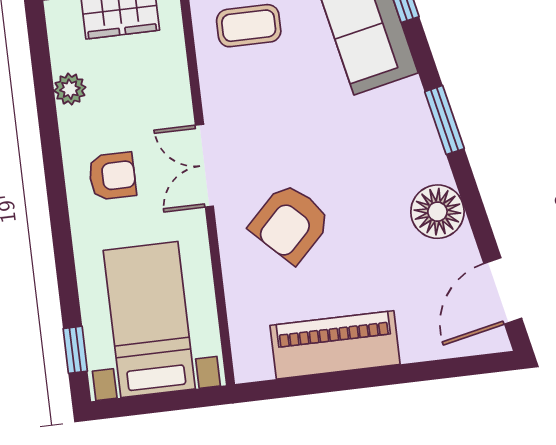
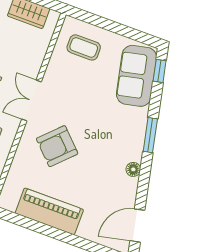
floor lamp: (437, 212) -> (133, 169), width x0.53, depth x0.53

